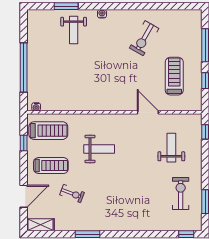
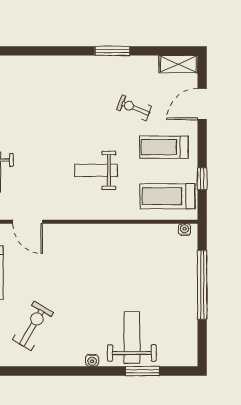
weight bench: (74, 30) -> (132, 337), width x1.36, depth x1.33

